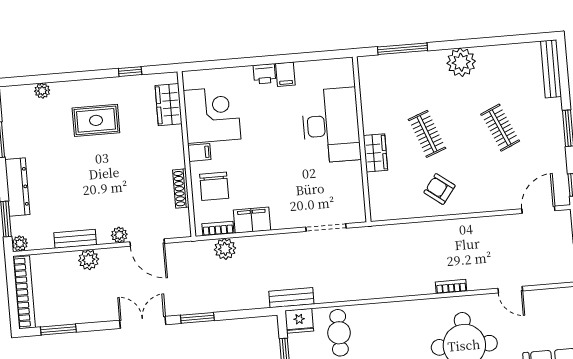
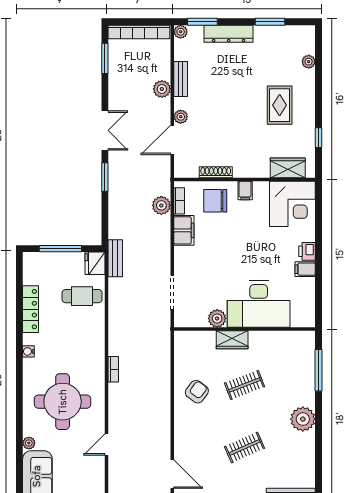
corner desk: (212, 115) -> (292, 204), moved
plant: (352, 173) -> (217, 318), added
bookcase: (451, 287) -> (113, 369), moved

